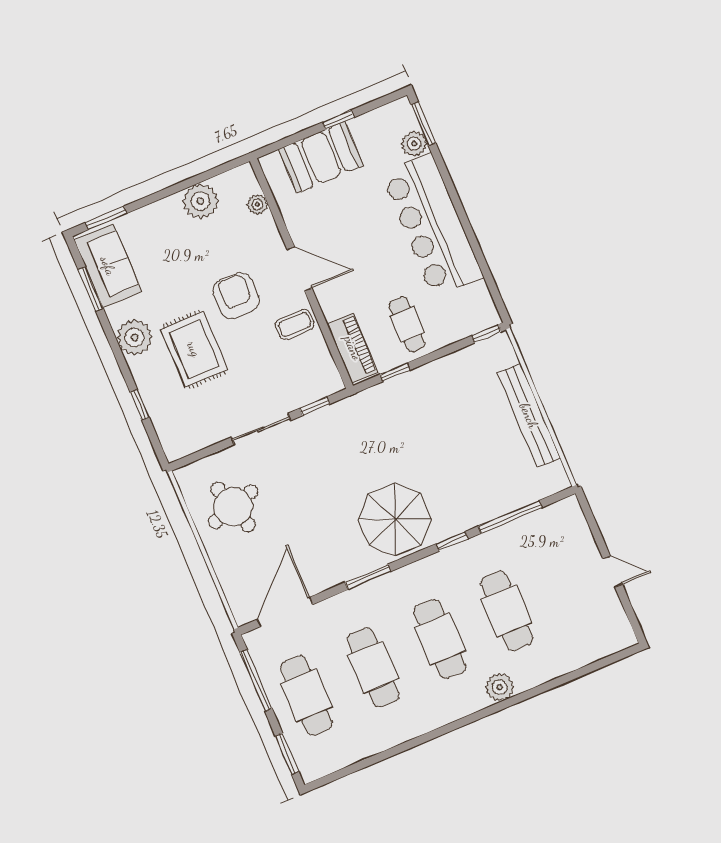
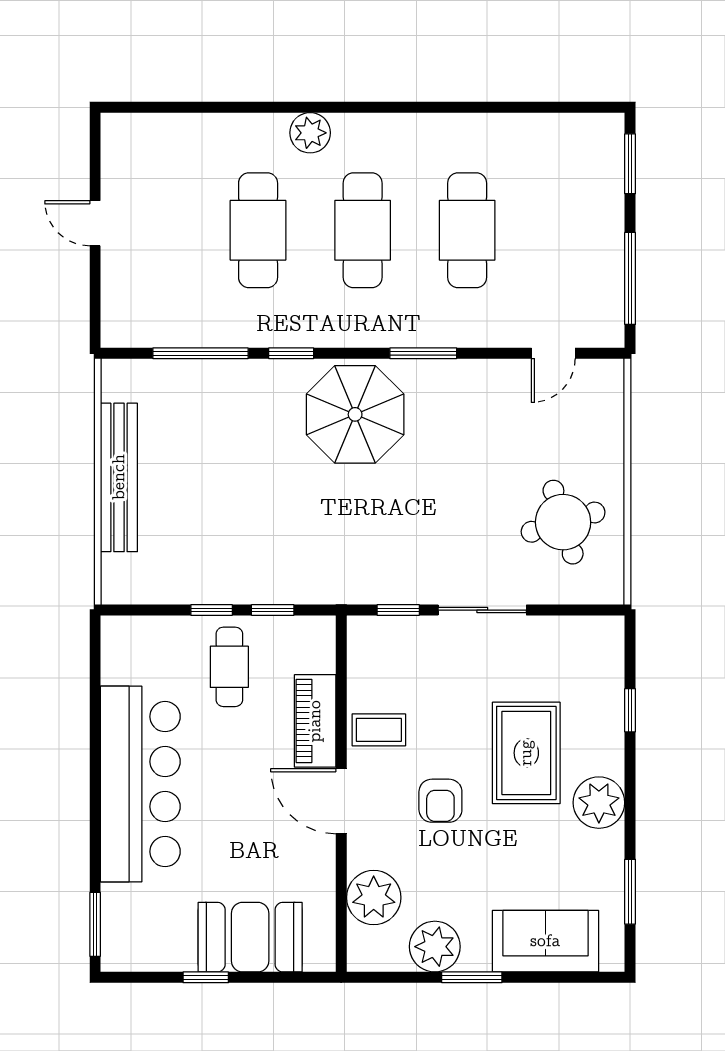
plant: (414, 144) -> (119, 903), removed
plant: (257, 204) -> (374, 898), width x1.87, depth x1.87
window: (106, 218) -> (472, 977), moved
sofa: (108, 266) -> (545, 941), moved, turned 90
armchair: (236, 296) -> (440, 801), width x0.72, depth x0.72
window: (486, 334) -> (212, 610), moved
piano: (353, 348) -> (315, 721), moved
door: (285, 612) -> (553, 353), width x0.53
cafe table: (306, 696) -> (572, 230), removed

